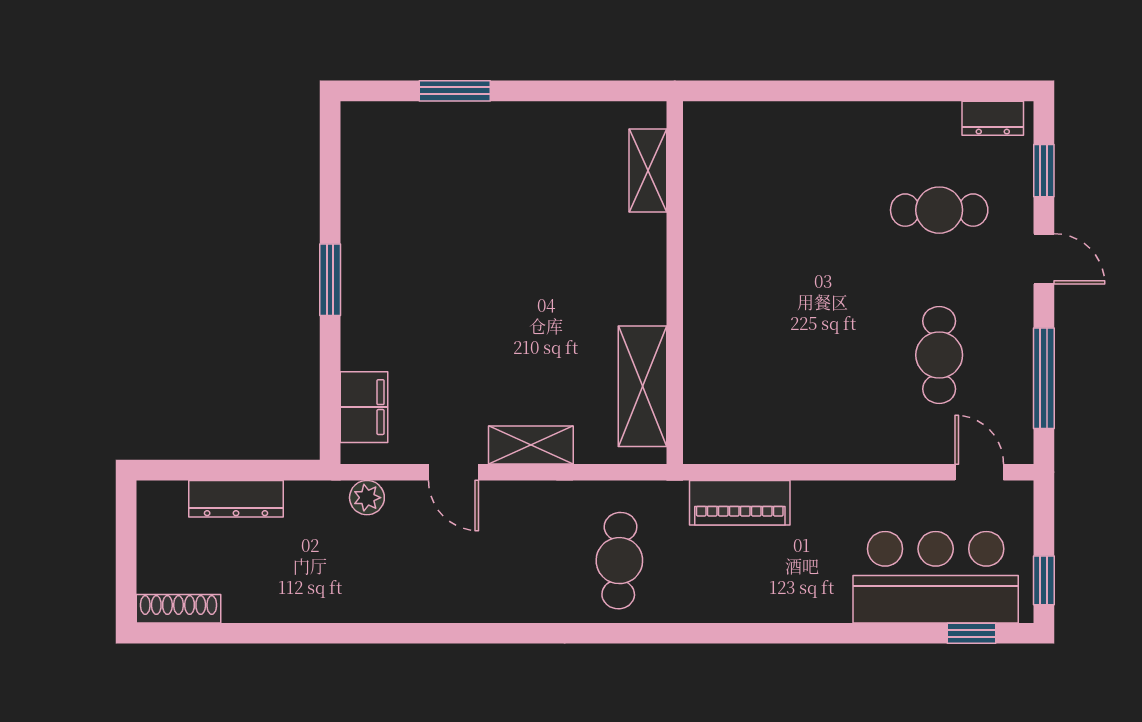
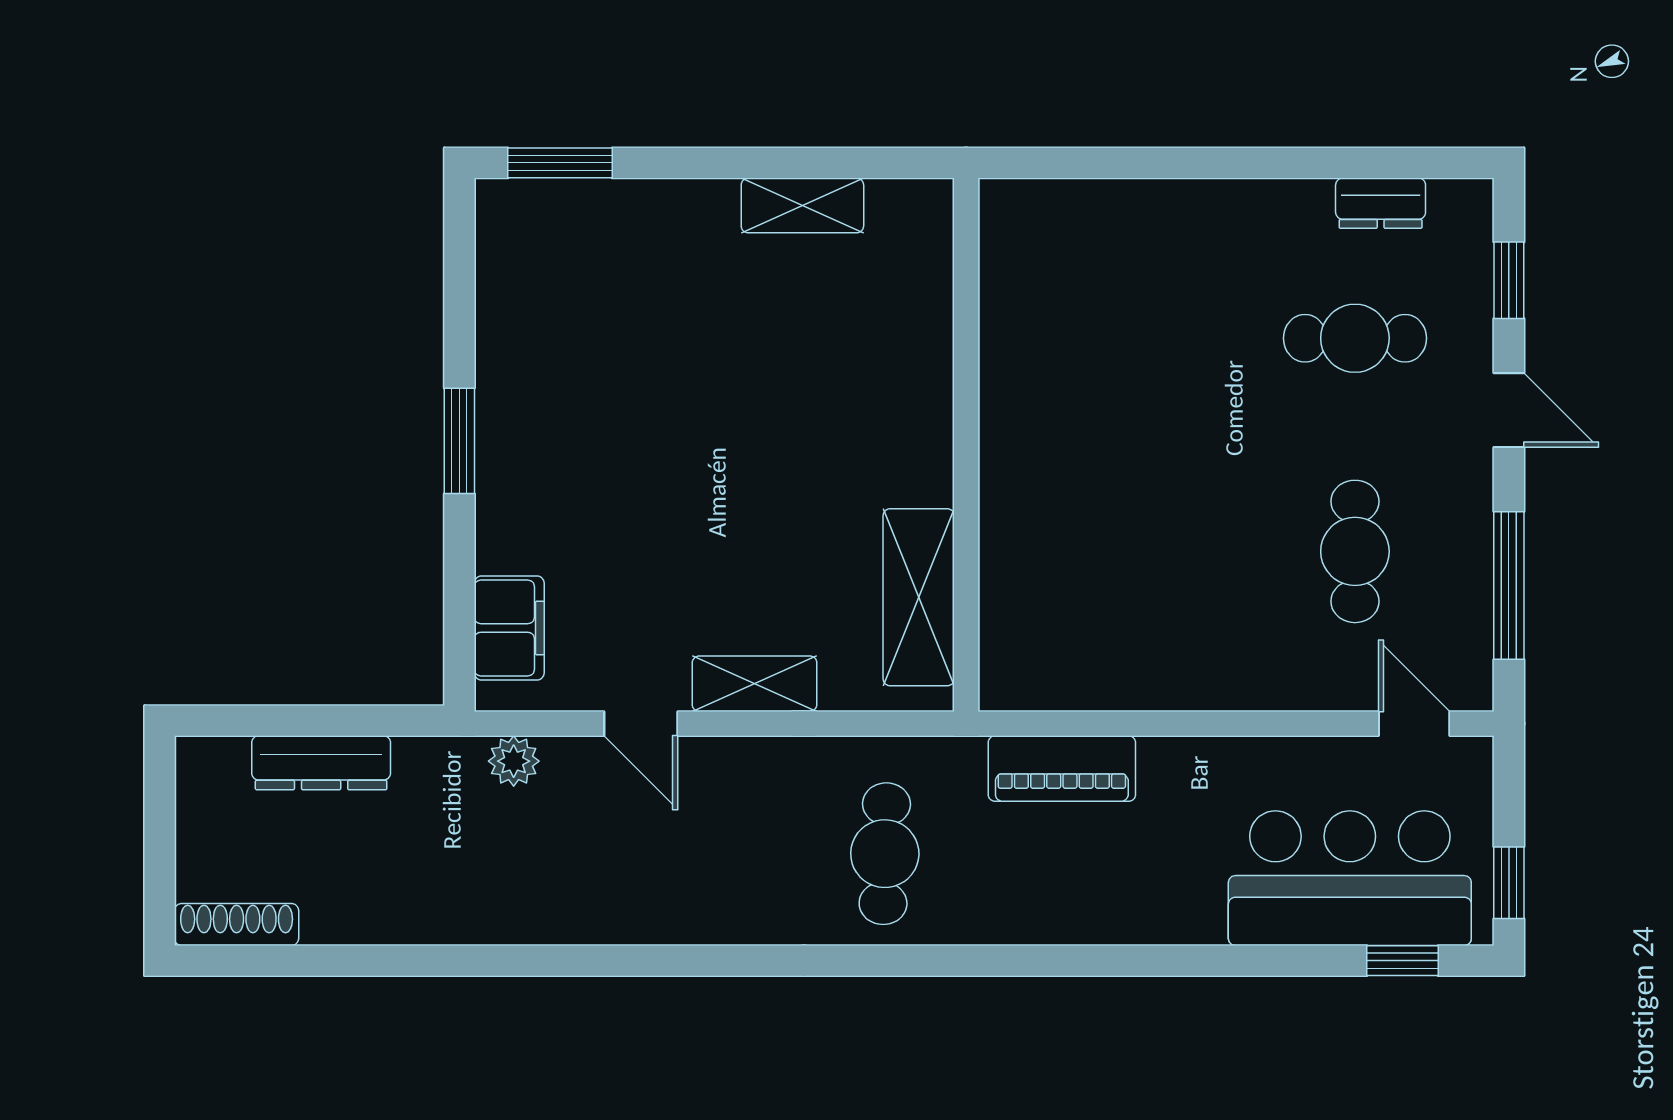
window: (455, 91) -> (560, 163), moved
dresser: (993, 118) -> (1381, 203), moved
shelving: (648, 171) -> (802, 205), moved, turned 90

